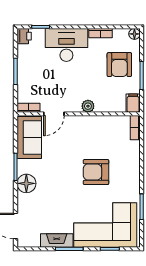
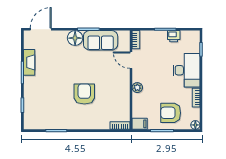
printer: (24, 36) -> (174, 36), moved
sofa: (29, 138) -> (101, 40), moved
corner sofa: (105, 225) -> (42, 102), removed

